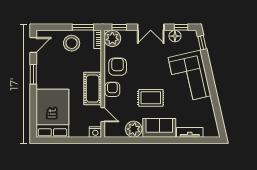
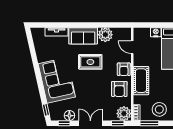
cot: (93, 89) -> (141, 81), moved
nightstand: (95, 132) -> (156, 32), moved

